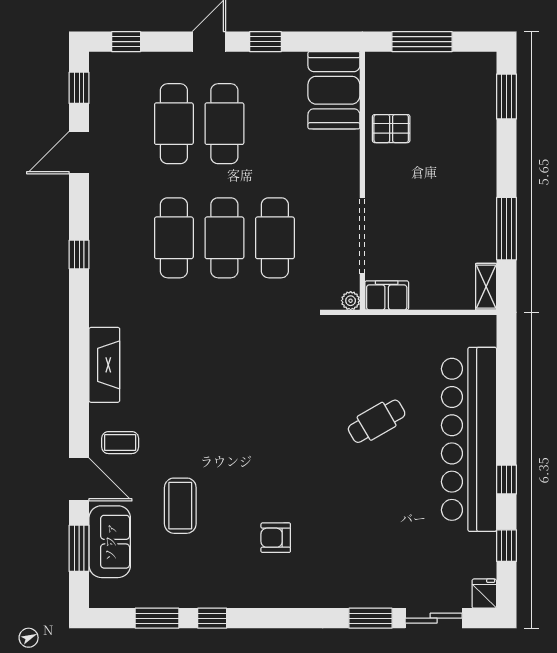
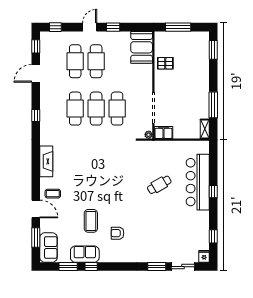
bar counter: (469, 439) -> (198, 182), width x0.73
window: (506, 480) -> (213, 192), moved
coffee table: (180, 506) -> (91, 221), moved
sofa: (110, 542) -> (48, 248), moved
sofa: (197, 588) -> (85, 254), added

